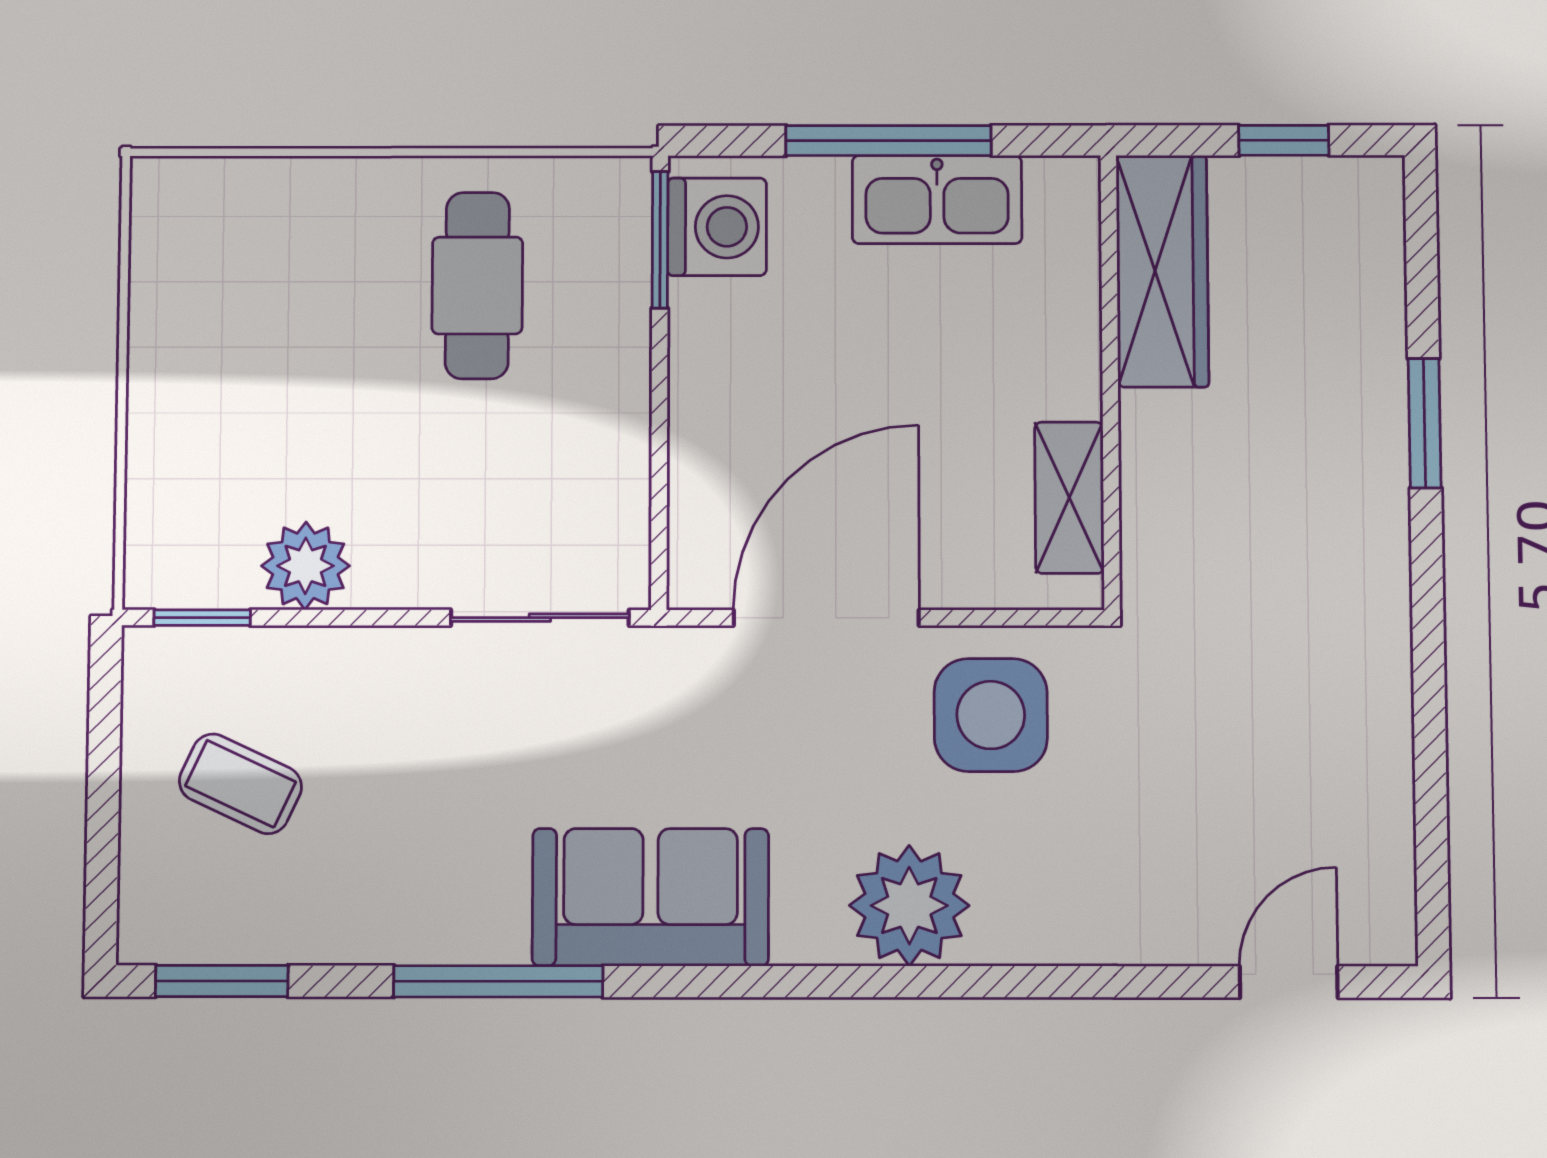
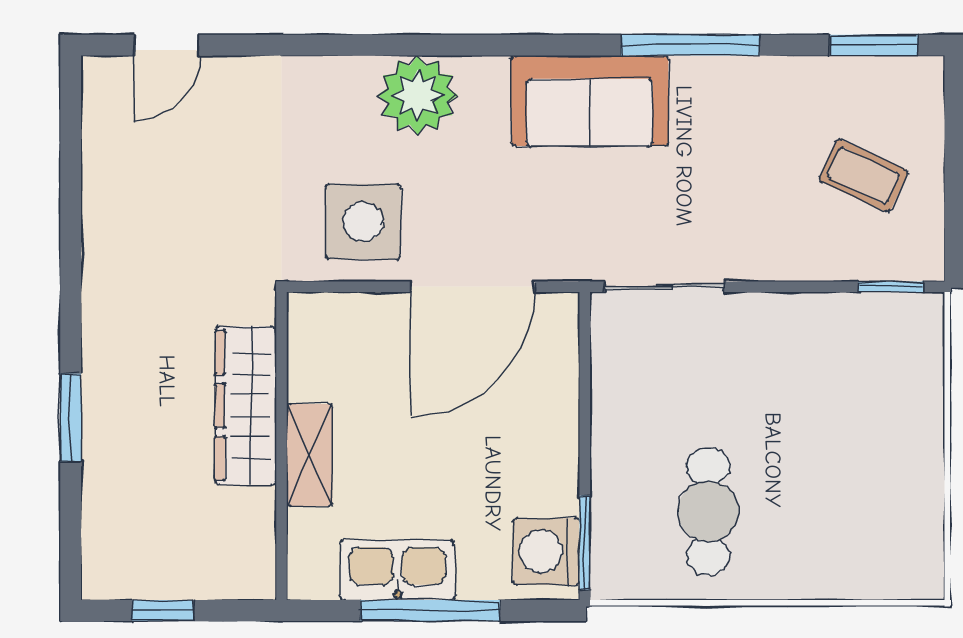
wardrobe: (1162, 271) -> (246, 406), moved
shelving: (1069, 498) -> (310, 455), moved
plant: (305, 566) -> (822, 321), removed

